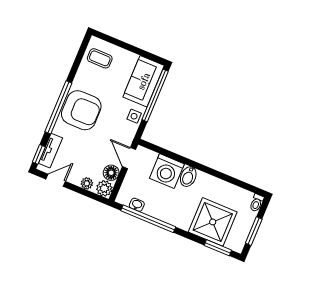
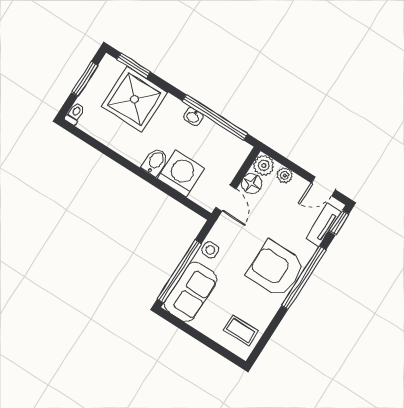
washbasin: (137, 205) -> (193, 117), moved

